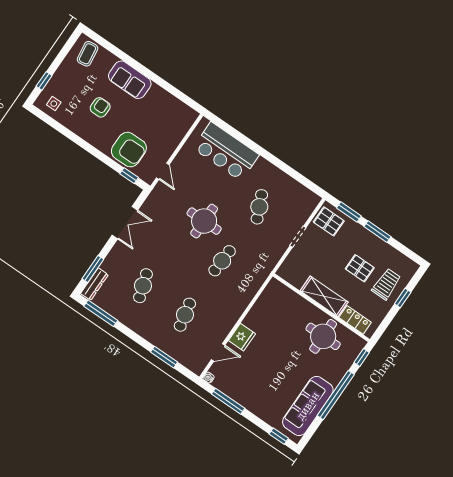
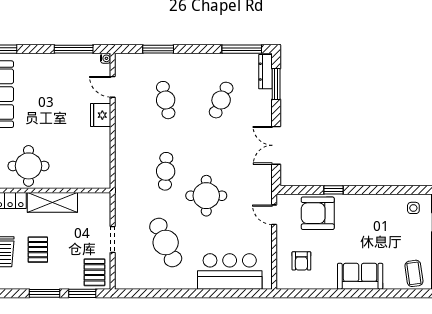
armchair: (100, 107) -> (301, 261), moved
window: (129, 176) -> (333, 190), moved
cafe table: (259, 207) -> (166, 243), width x1.37, depth x1.35
pallet: (329, 221) -> (94, 272), turned 90
pallet: (360, 268) -> (38, 250), turned 90
cafe table: (143, 286) -> (221, 100), turned 42
door: (218, 352) -> (113, 87), hinge flipped

